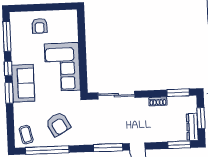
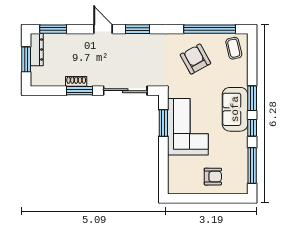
armchair: (40, 26) -> (213, 177), turned 90
window: (83, 69) -> (163, 123), added
window: (178, 93) -> (80, 91), moved
window: (108, 148) -> (137, 29), width x0.69

